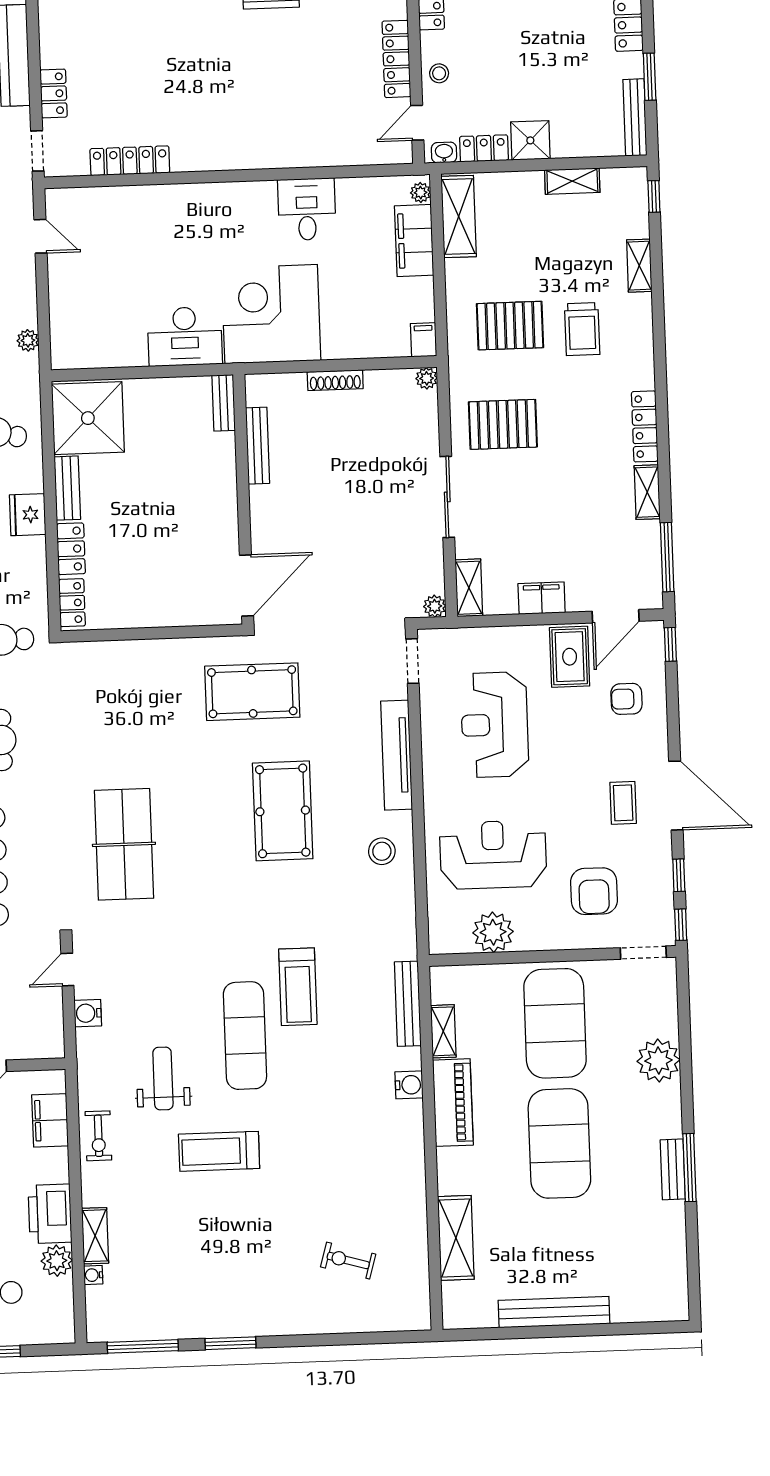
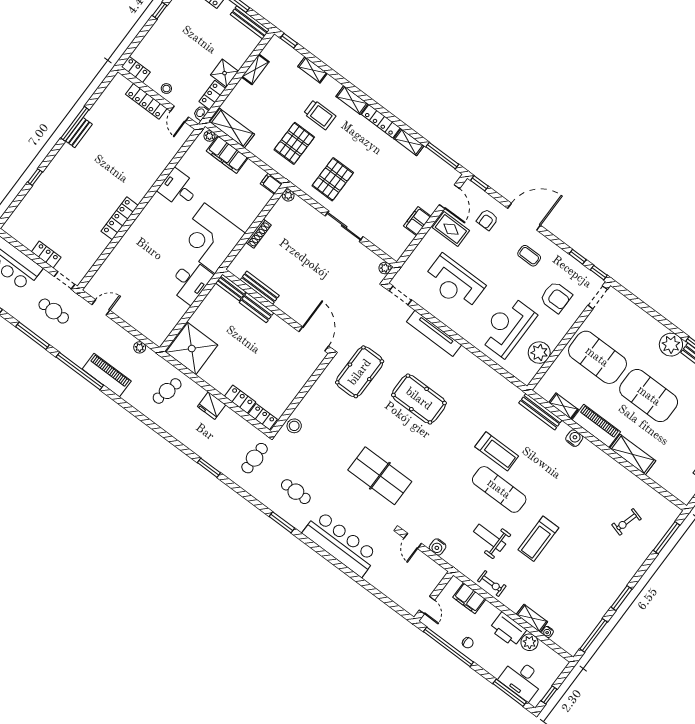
locker: (130, 161) -> (120, 218), moved
bench: (67, 488) -> (257, 308), moved
shelving: (469, 588) -> (352, 100), moved
door: (676, 796) -> (524, 217), moved
stool: (382, 851) -> (294, 426), moved
plant: (658, 1061) -> (671, 345), moved
shelving: (456, 1238) -> (633, 455), moved
window: (372, 1338) -> (667, 538), added

